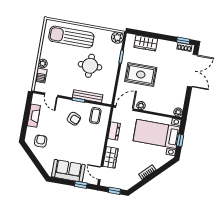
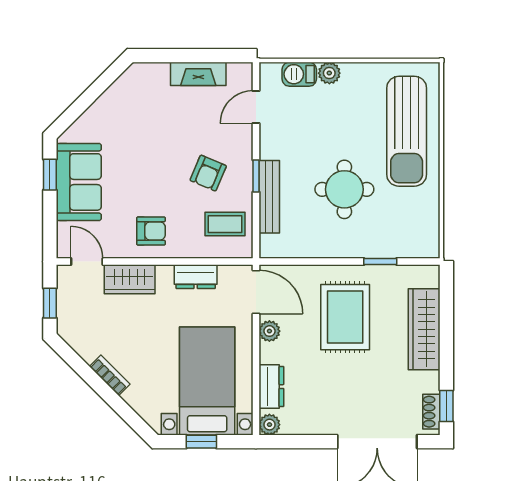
sun lounger: (71, 37) -> (407, 131), turned 180
plant: (117, 37) -> (425, 244), removed
wardrobe: (146, 43) -> (424, 329), width x1.50
dresser: (163, 109) -> (271, 387), added
armchair: (41, 141) -> (151, 231), moved
door: (100, 173) -> (87, 262), hinge flipped
window: (81, 185) -> (50, 175), moved

